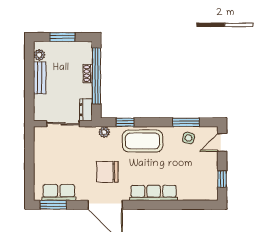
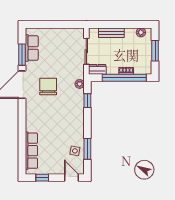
bench: (40, 78) -> (111, 33), moved
coffee table: (143, 141) -> (73, 114), removed
row of seats: (154, 193) -> (31, 151), moved
window: (53, 205) -> (22, 55), moved

